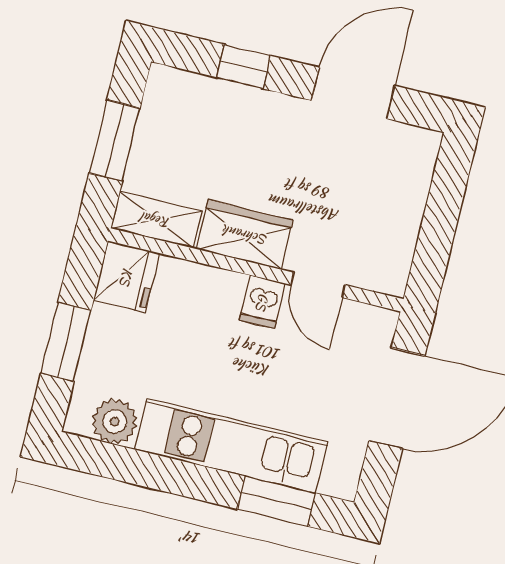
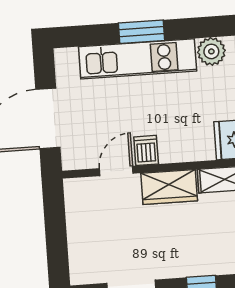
door: (318, 285) -> (116, 171), hinge flipped
window: (276, 501) -> (141, 32), moved

